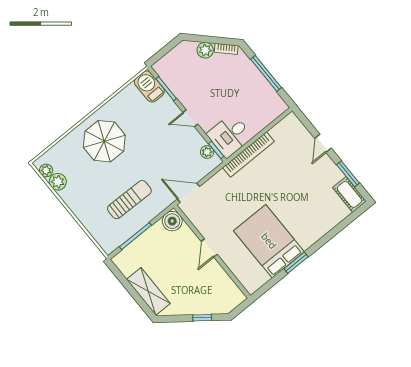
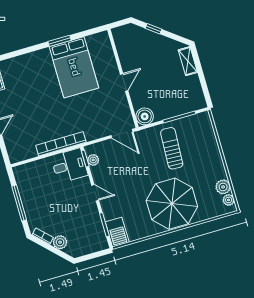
parasol: (104, 141) -> (172, 204), width x1.36, depth x1.36
sun lounger: (129, 200) -> (172, 148), turned 92
shelving: (148, 291) -> (188, 61), width x0.67, depth x0.75

